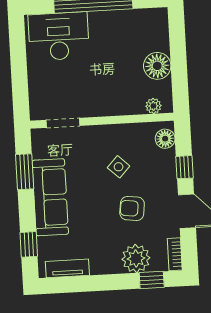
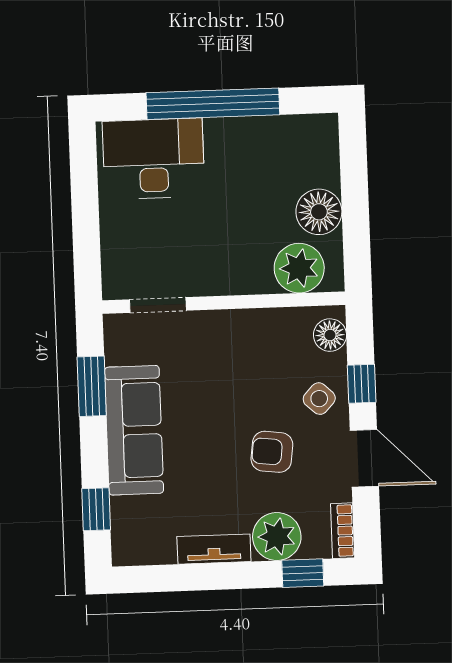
plant: (153, 106) -> (299, 268), width x1.88, depth x1.88
side table: (119, 167) -> (319, 399), moved
tv unit: (67, 268) -> (214, 549), moved

